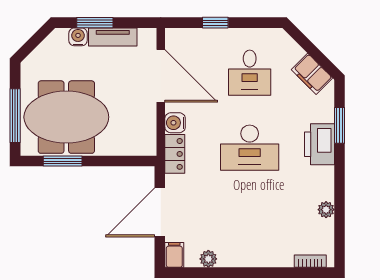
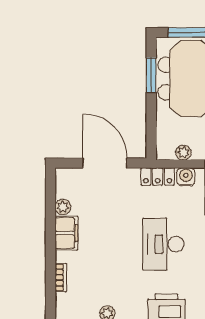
plant: (148, 125) -> (183, 153), added
filing cabinet: (174, 255) -> (66, 233), moved, width x2.00
bookcase: (310, 261) -> (61, 277), moved

